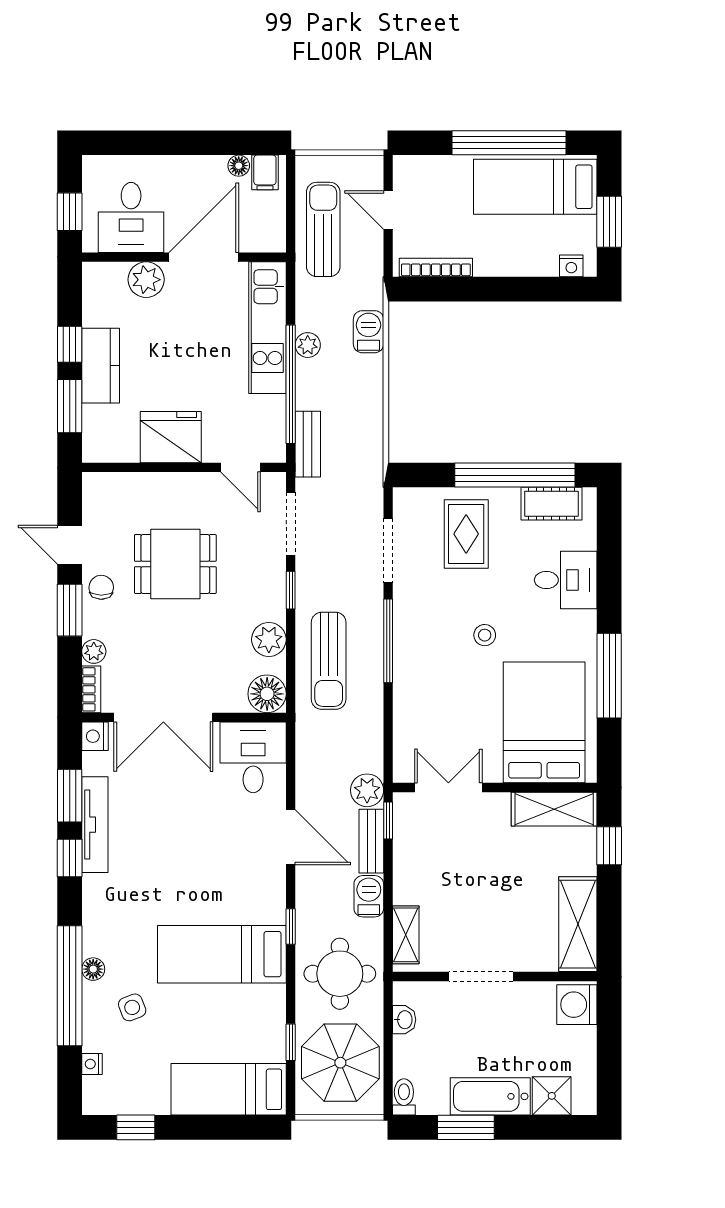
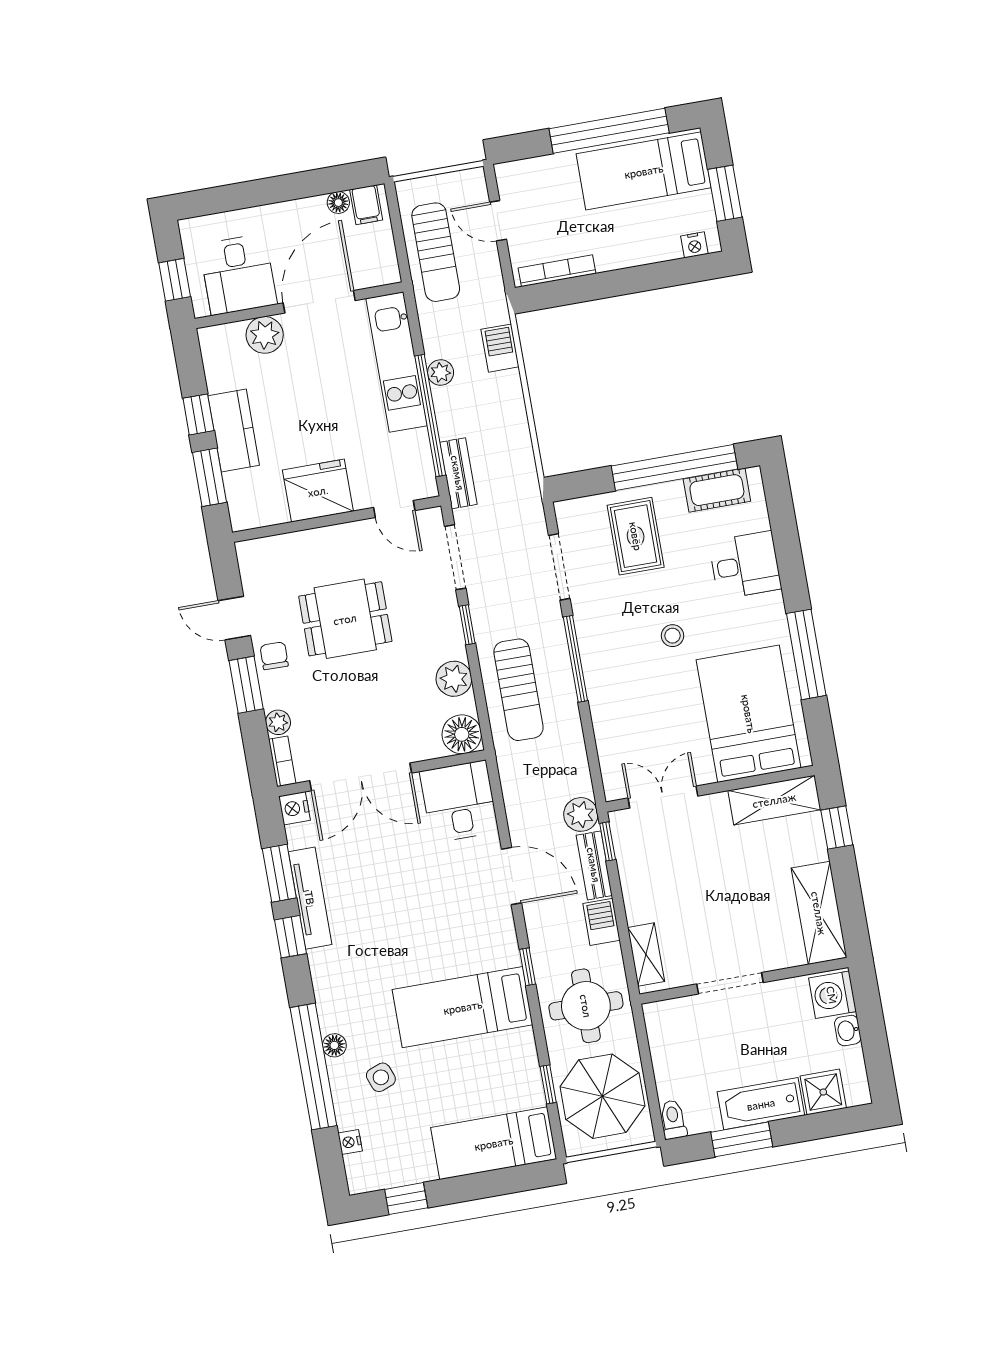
sun lounger: (323, 229) -> (436, 252), turned 180
washbasin: (404, 1020) -> (848, 1031), moved, turned 180

